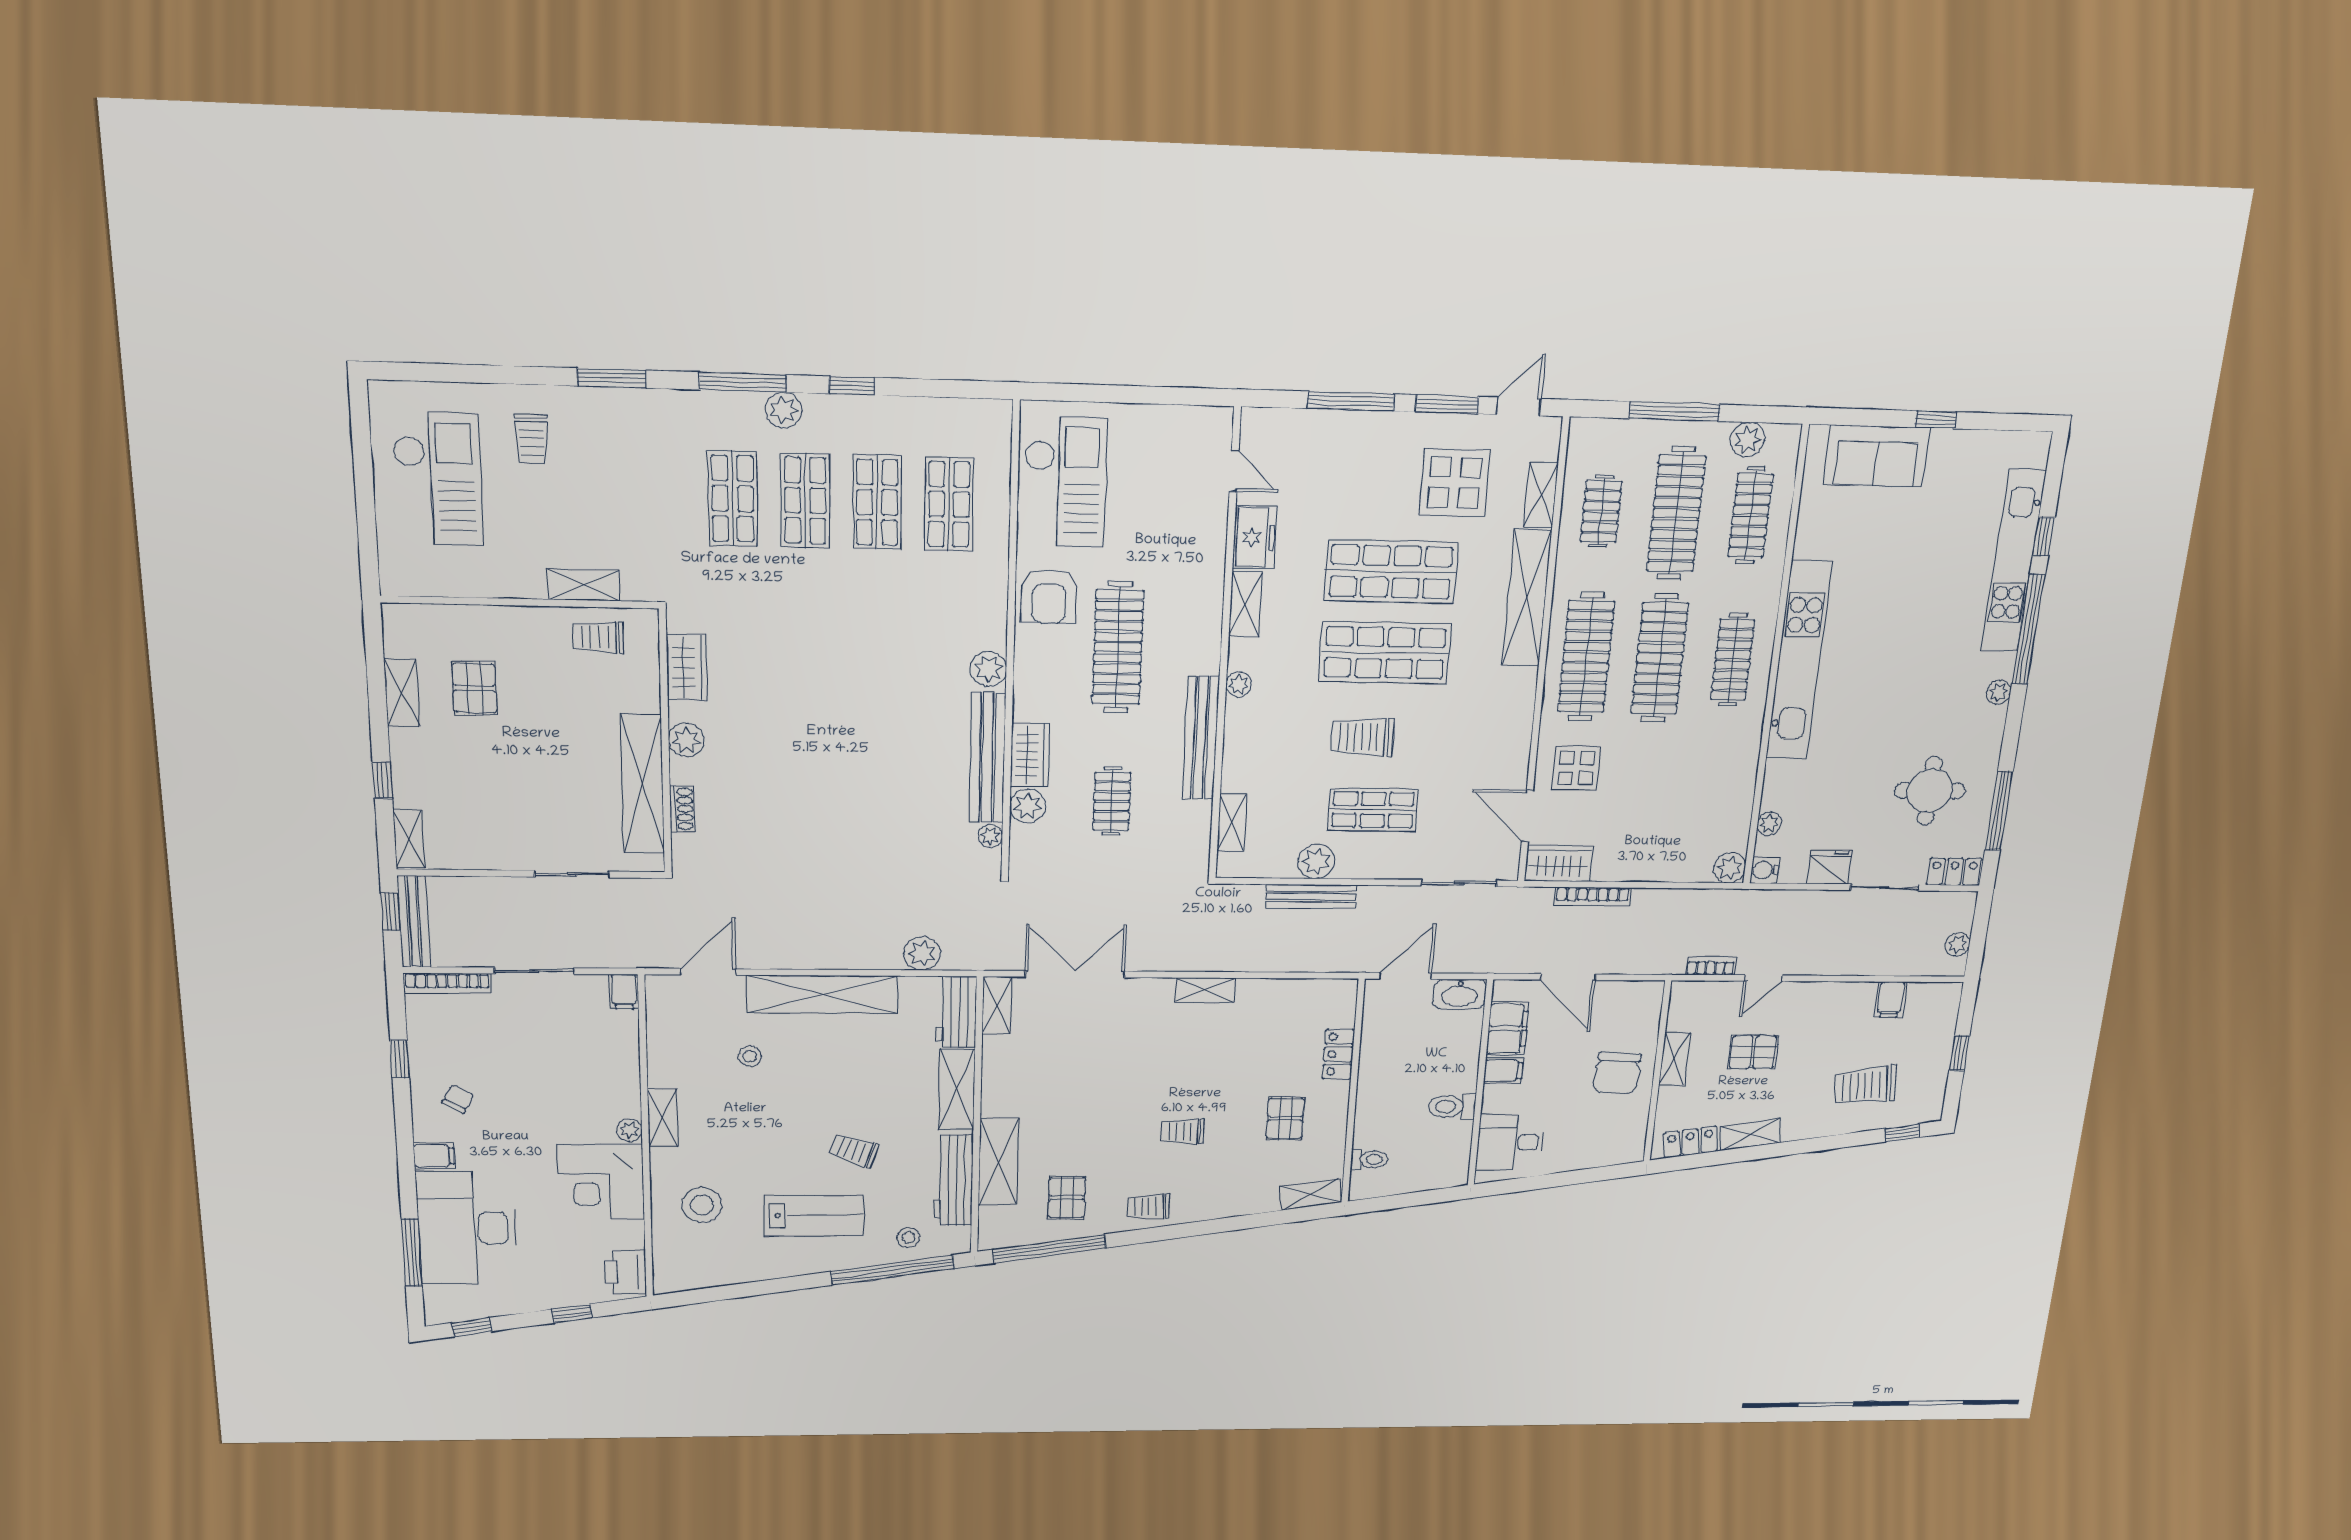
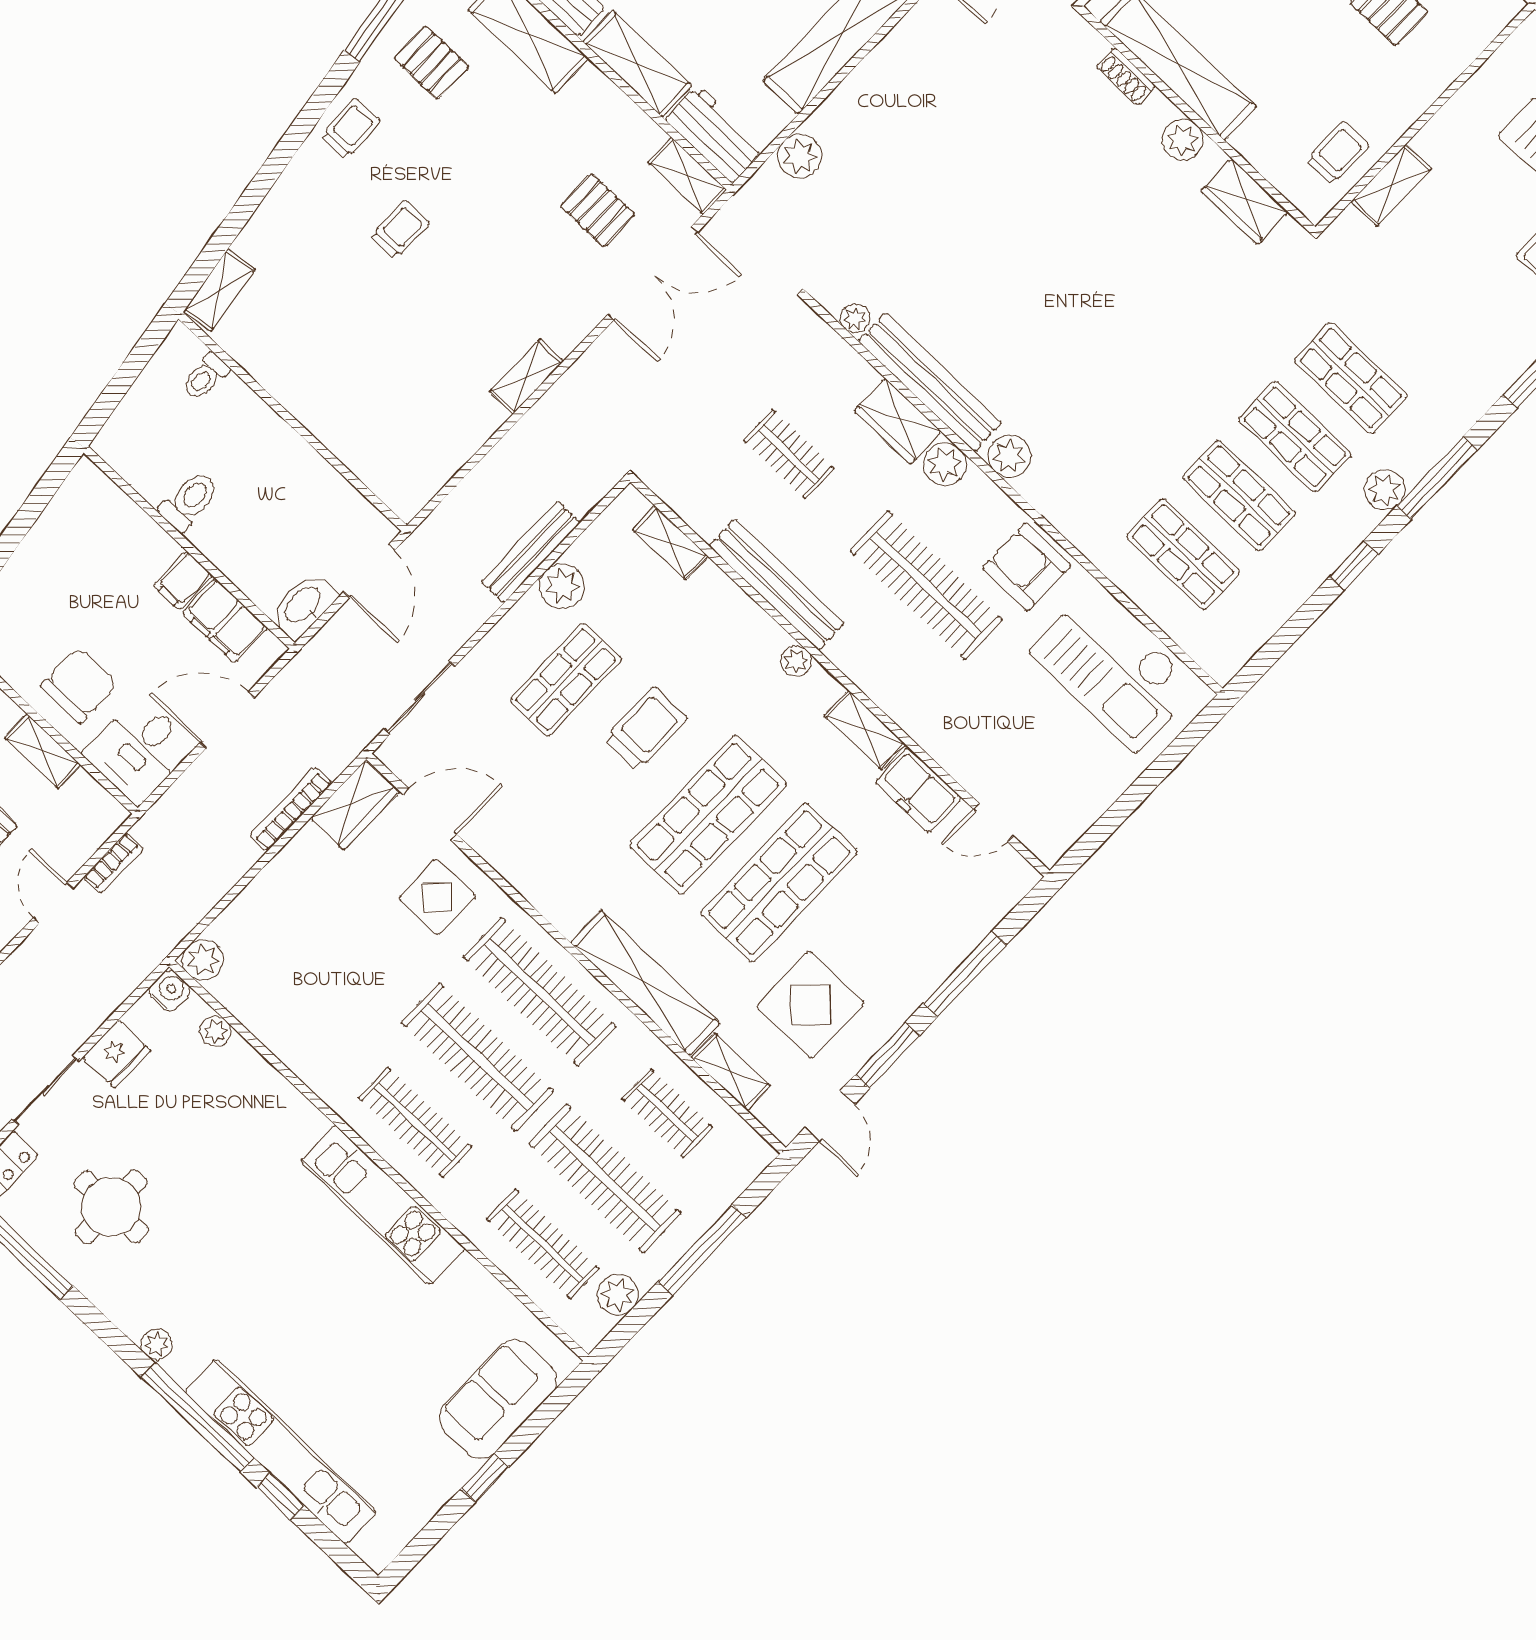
kitchen unit: (1799, 661) -> (383, 1205), width x0.73
plant: (1028, 806) -> (945, 464), moved
locker: (1339, 1054) -> (345, 442), removed
chair: (1617, 1073) -> (79, 685), turned 87
pallet: (1285, 1118) -> (597, 210), moved
desk: (1510, 1142) -> (139, 750), moved, turned 180

